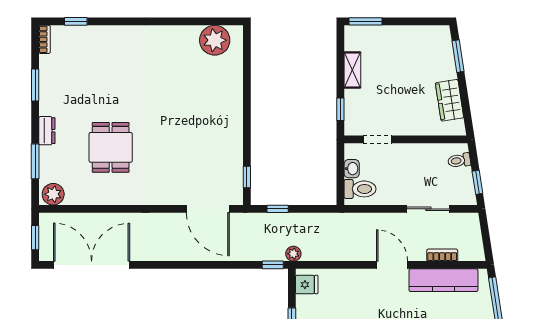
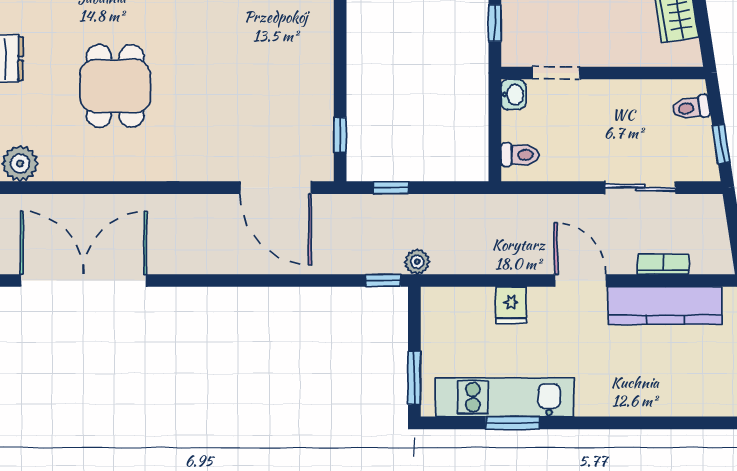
washbasin: (352, 169) -> (513, 94), moved
toilet: (360, 189) -> (520, 155), width x0.73, depth x0.72
fridge: (307, 285) -> (511, 305), moved, turned 90

